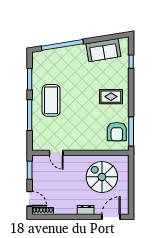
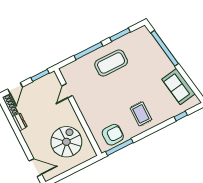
armchair: (117, 132) -> (113, 135), turned 180
dresser: (86, 210) -> (20, 122), moved

